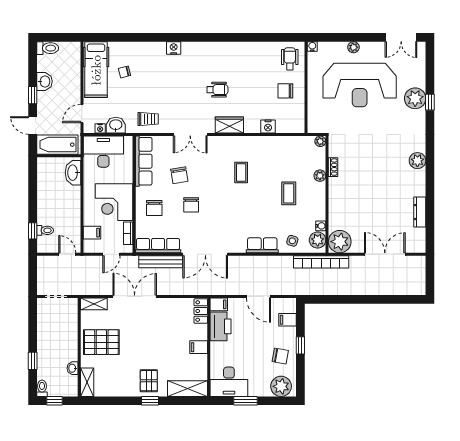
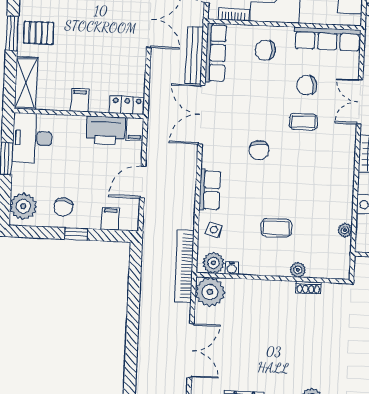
plant: (320, 141) -> (345, 230), moved
coffee table: (241, 172) -> (303, 122), moved
chair: (191, 205) -> (259, 150), moved, turned -95
window: (150, 401) -> (12, 33), width x1.50

